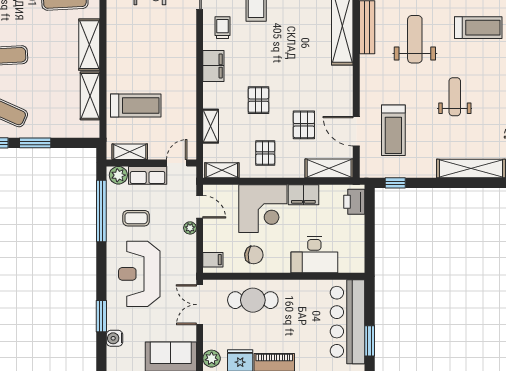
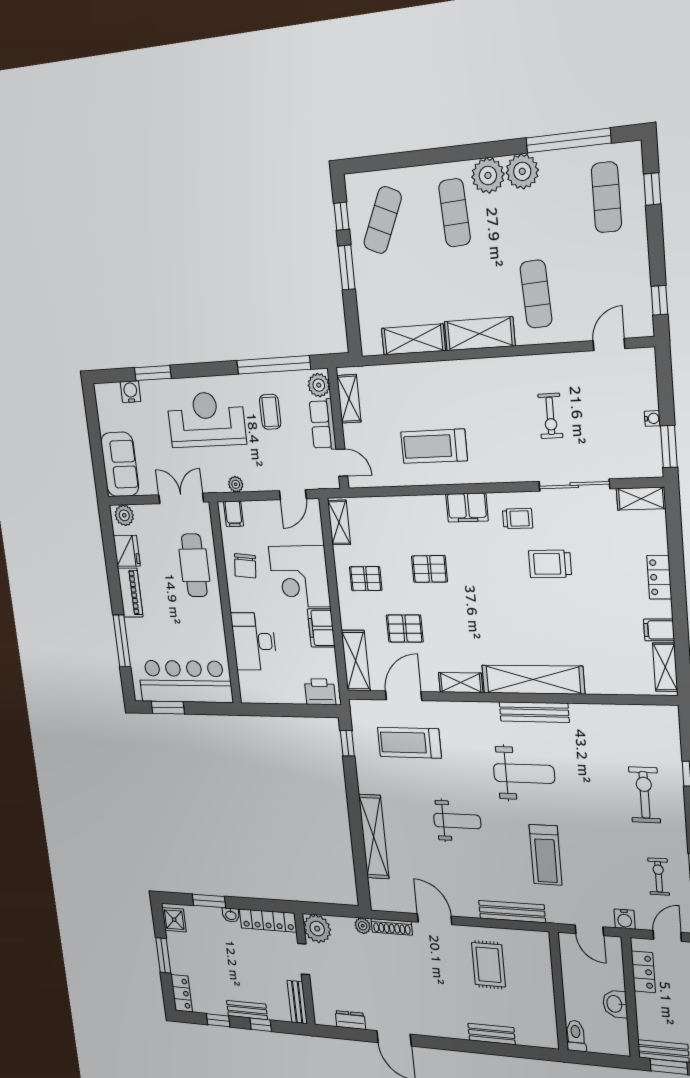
treadmill: (136, 106) -> (434, 446), moved, turned 90
shelving: (211, 126) -> (461, 682), moved
plant: (190, 228) -> (236, 484), moved

